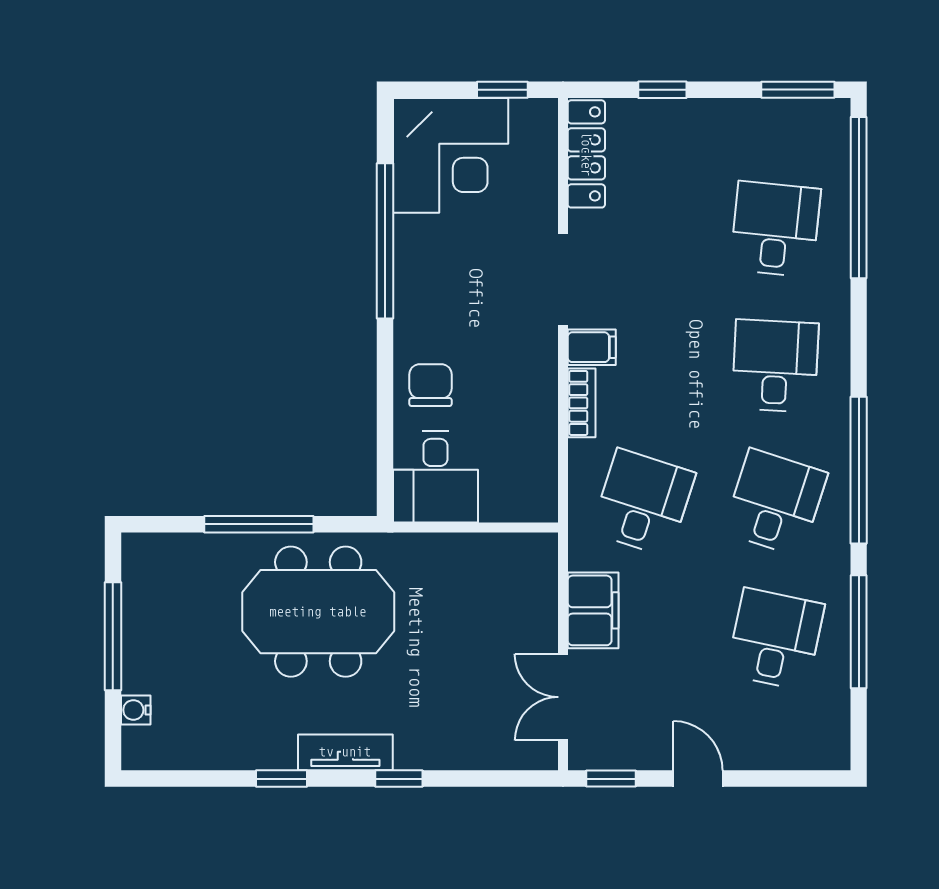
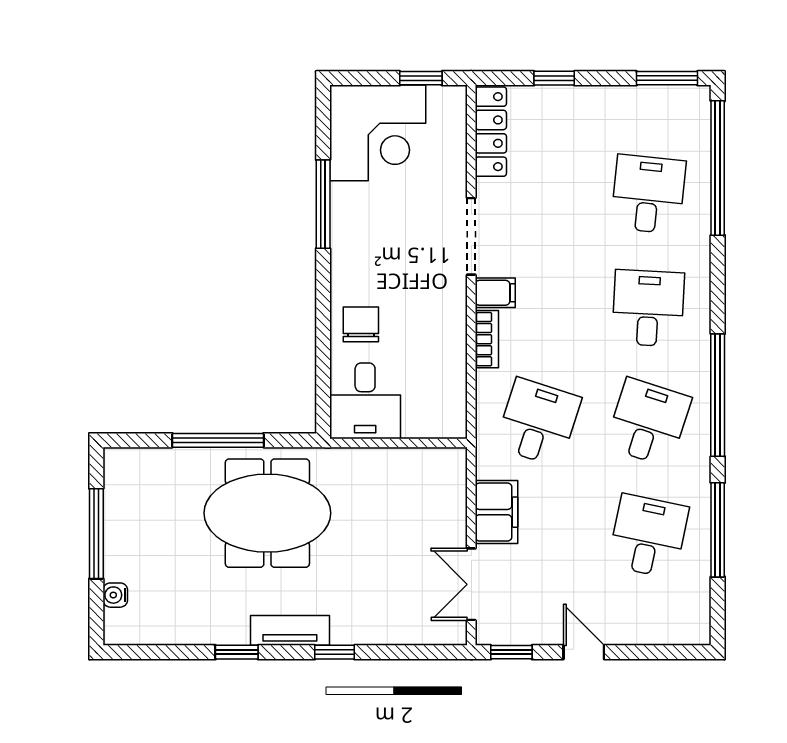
window: (385, 241) -> (323, 204), width x0.68

